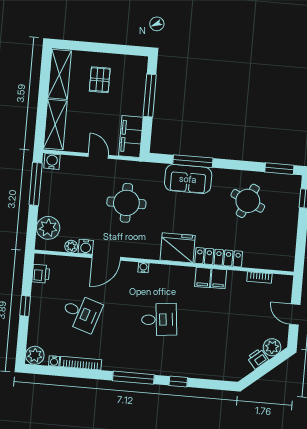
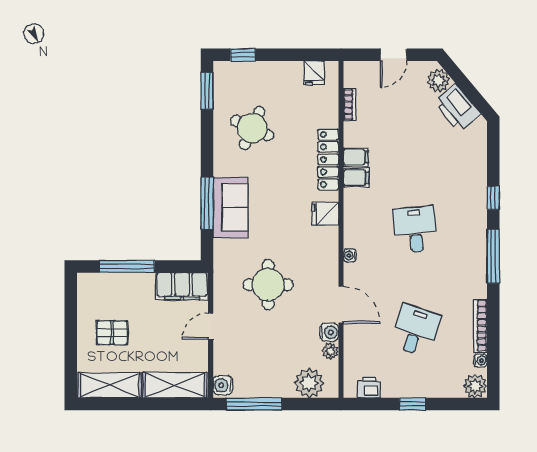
fridge: (178, 248) -> (325, 214), width x0.53, depth x0.75
fridge: (286, 252) -> (314, 73), added
printer: (258, 359) -> (457, 108), width x1.87, depth x1.48

